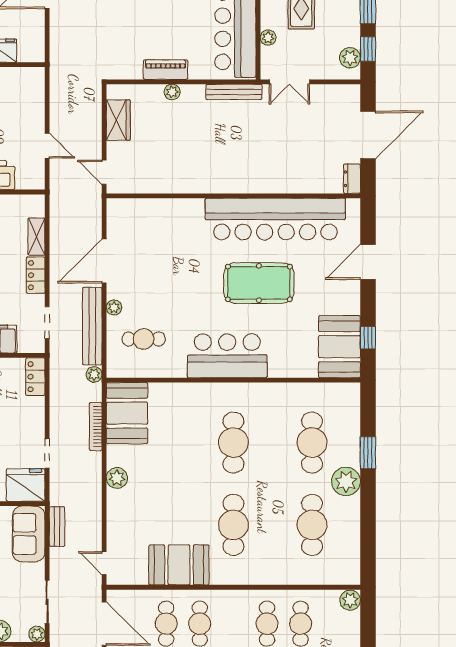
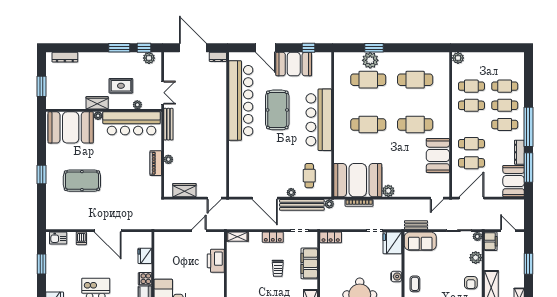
shelving: (36, 237) -> (237, 237), moved
booth: (339, 347) -> (294, 64), moved
bar counter: (227, 356) -> (319, 120), width x1.36
booth: (127, 413) -> (358, 180), width x1.36, depth x1.42
plant: (346, 481) -> (370, 60), moved

